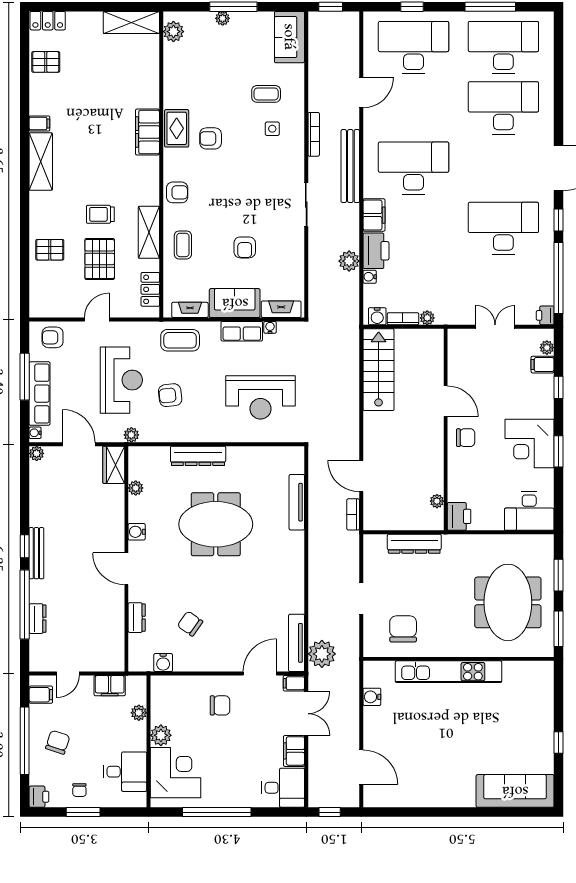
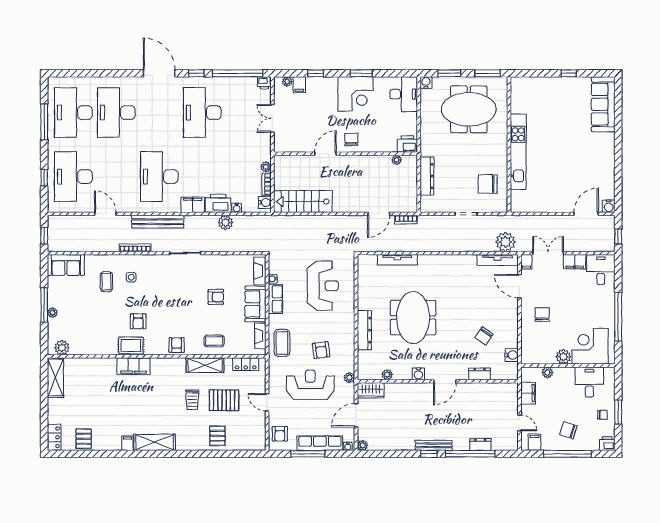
water cooler: (546, 542) -> (426, 82), added
water cooler: (372, 697) -> (609, 206), moved

